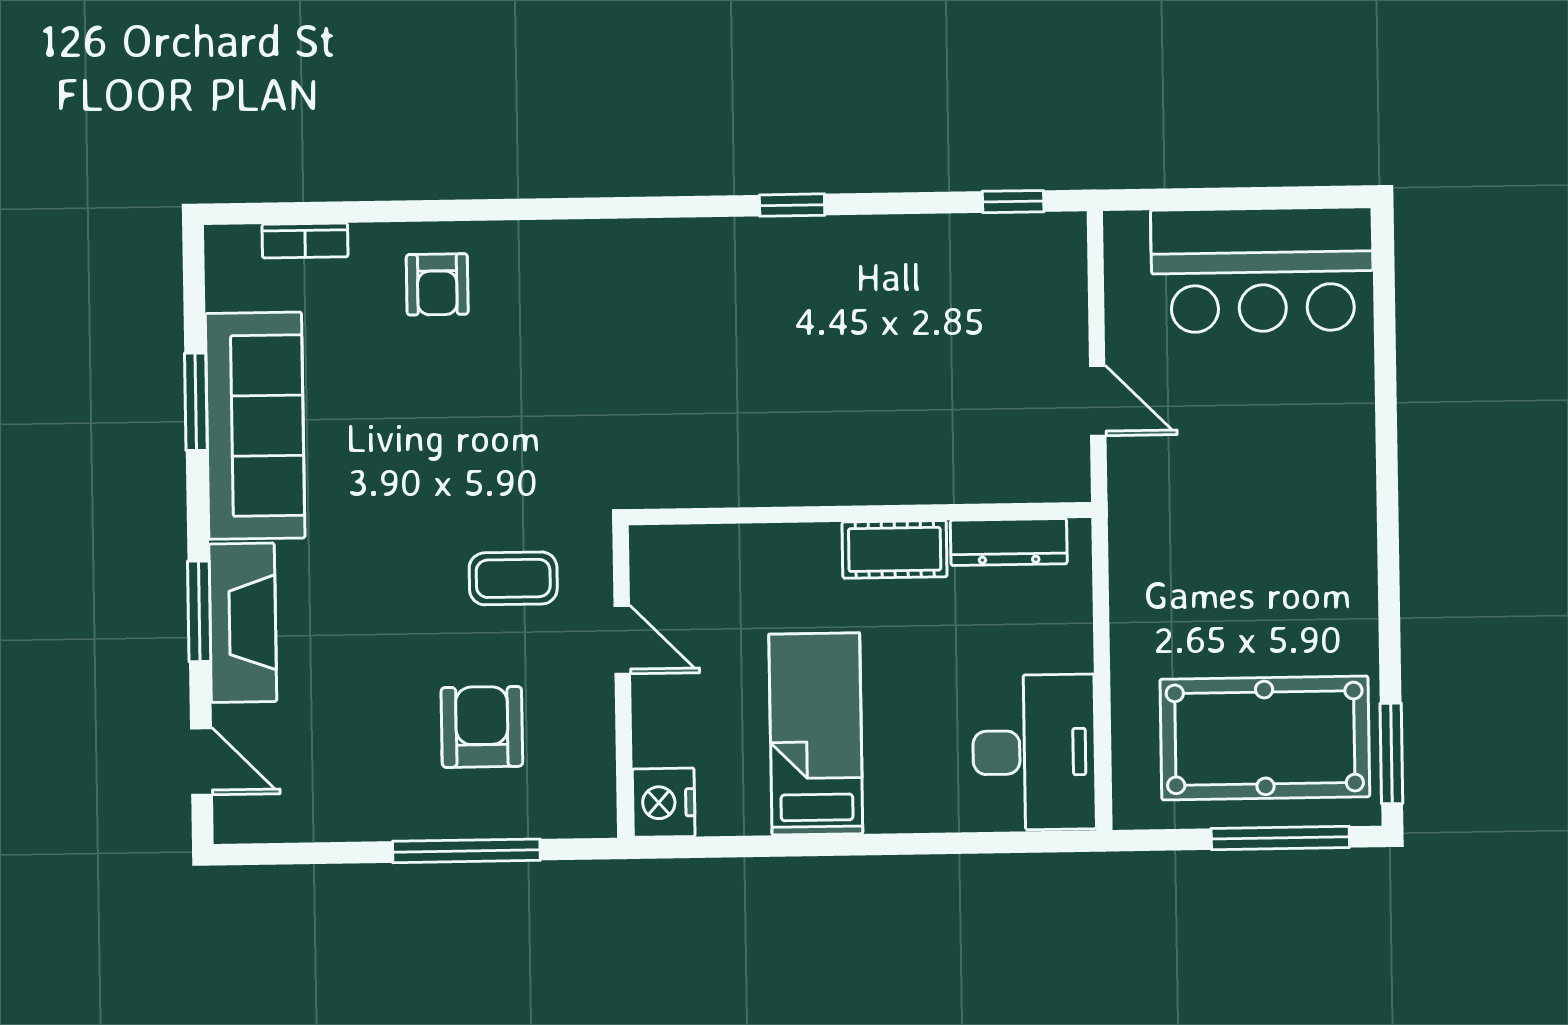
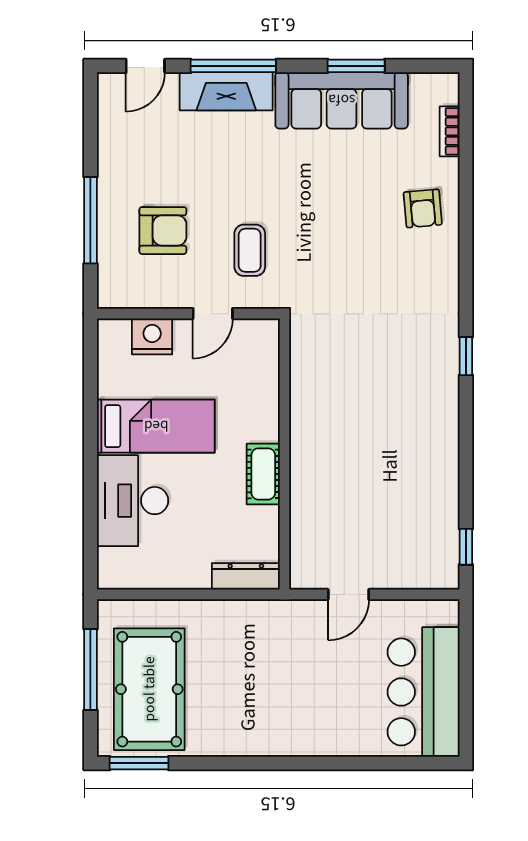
window: (792, 205) -> (466, 356), moved
armchair: (437, 284) -> (423, 208), turned -95
dresser: (1009, 542) -> (246, 576), moved, turned 90
window: (199, 611) -> (233, 66), width x1.44
desk: (1034, 752) -> (132, 501), moved, turned 90
nightstand: (664, 803) -> (152, 336), moved
window: (1280, 838) -> (90, 670), moved

